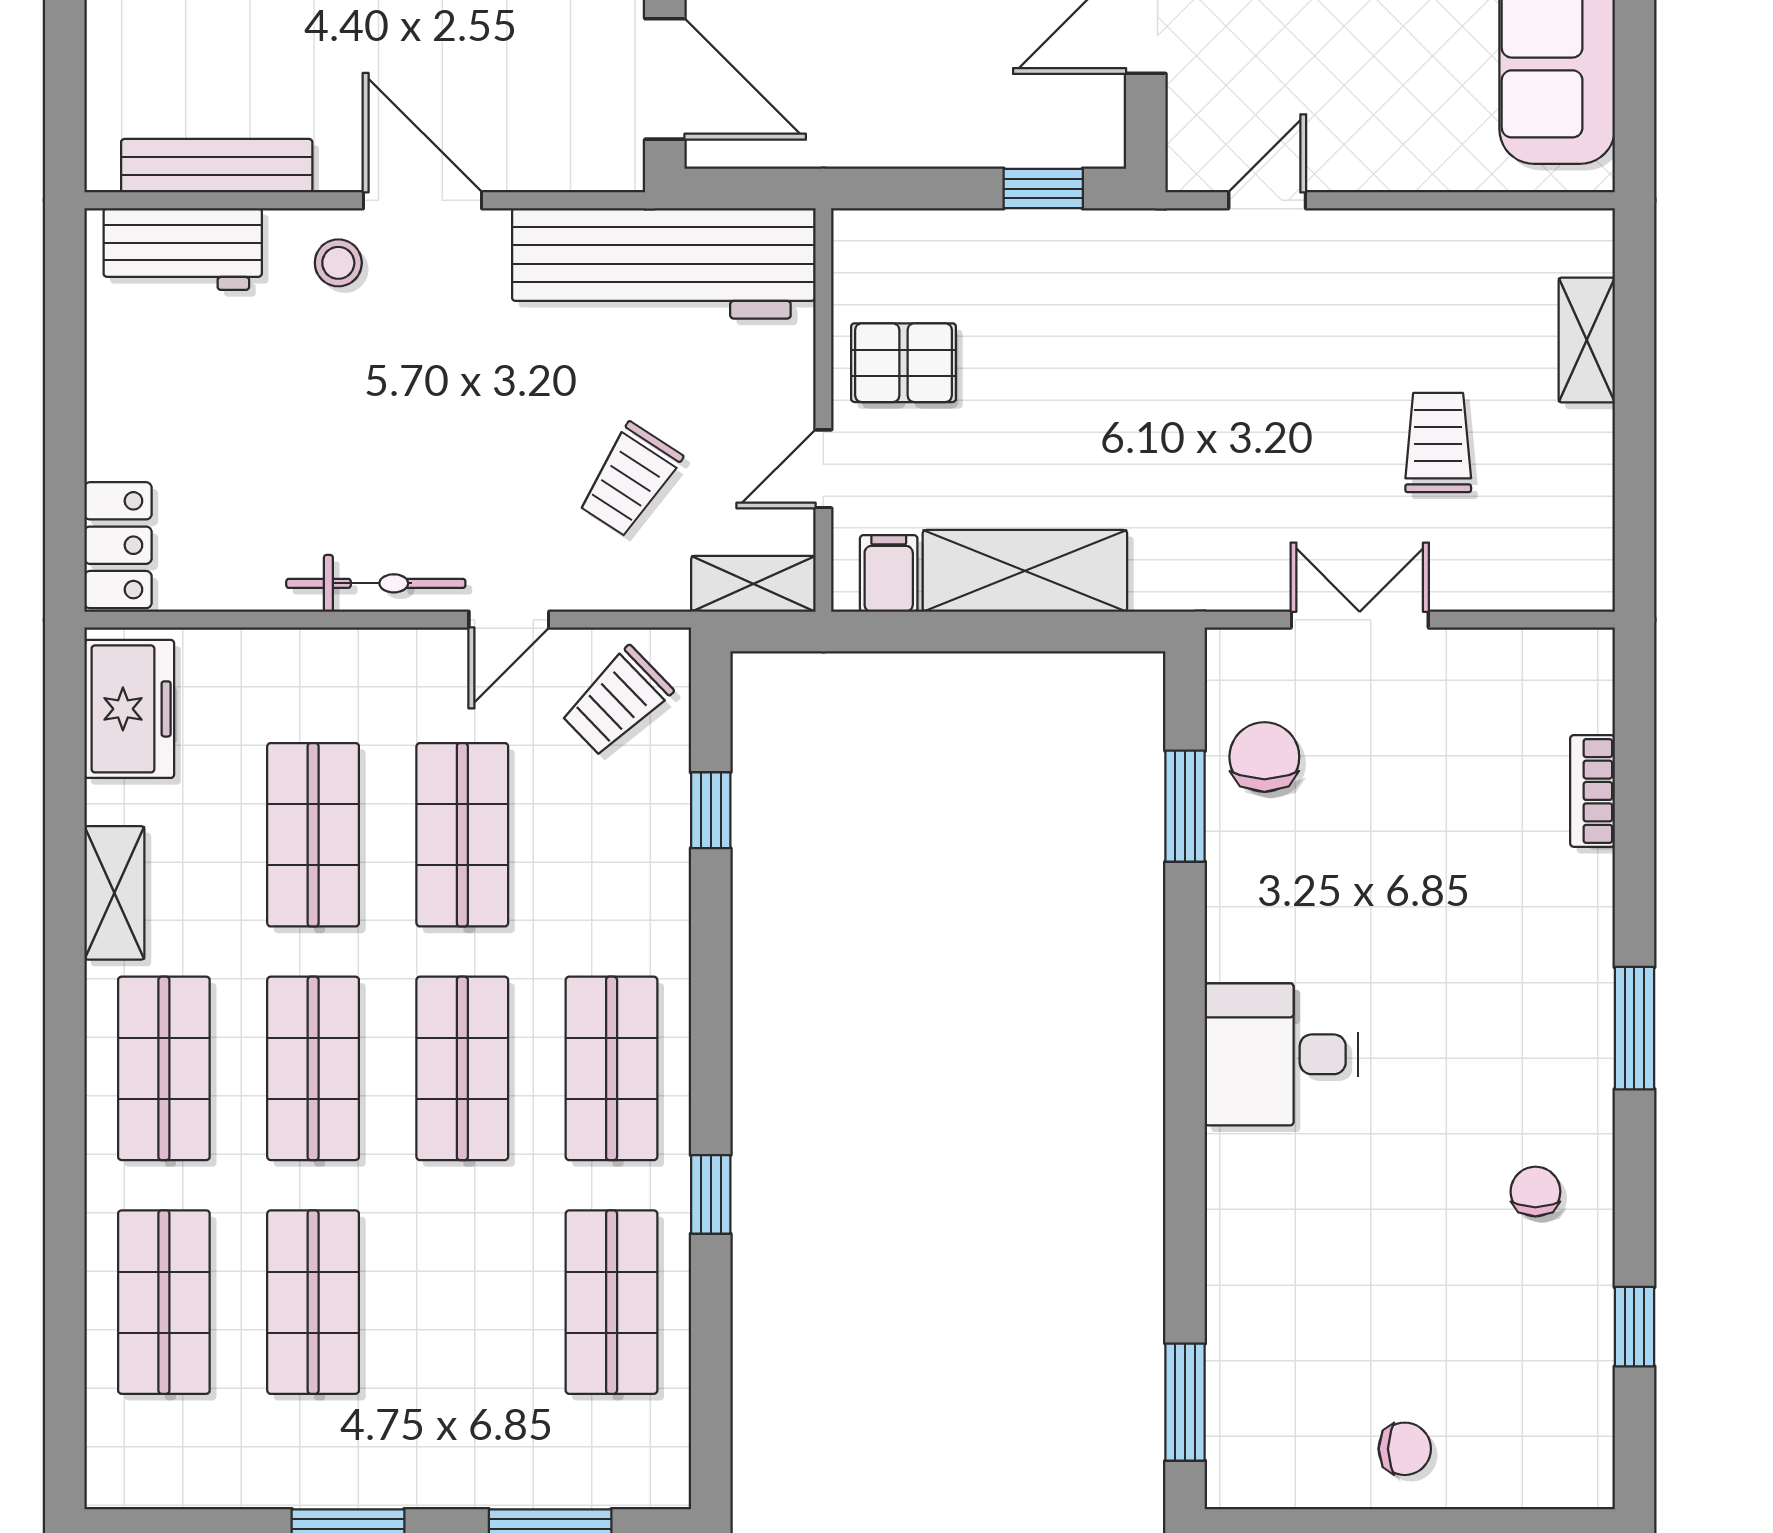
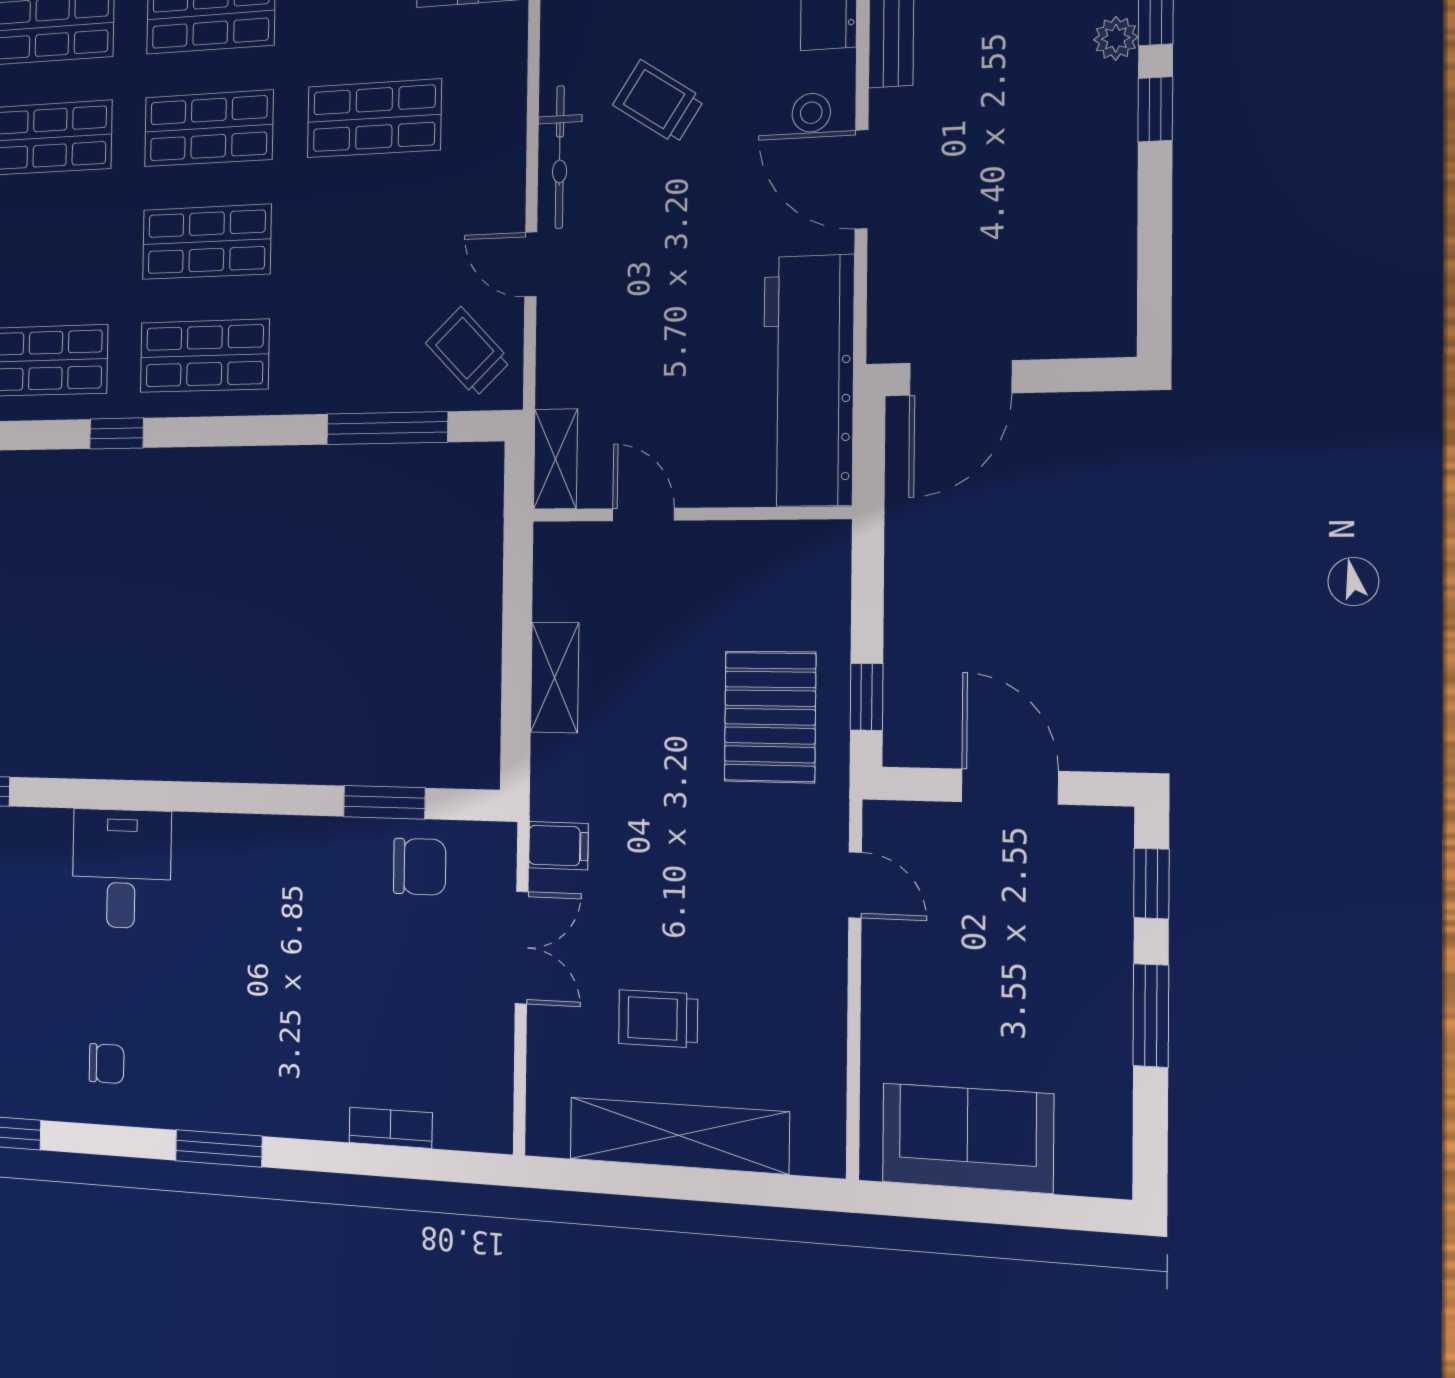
door: (422, 200) -> (861, 179), swing flipped
shelving: (1587, 340) -> (679, 1135), width x2.20, depth x1.33
pallet: (904, 363) -> (770, 717), moved, width x1.50, depth x1.42
trolley: (1438, 443) -> (658, 1019), turned 180
trolley: (630, 480) -> (658, 102), moved
shelving: (1025, 571) -> (555, 678), width x0.67, depth x0.75
filing cabinet: (889, 573) -> (558, 846), moved
window: (711, 810) -> (387, 428), width x2.17
shop shelf: (462, 835) -> (372, 234), removed
desk: (1281, 1054) -> (121, 869), moved

